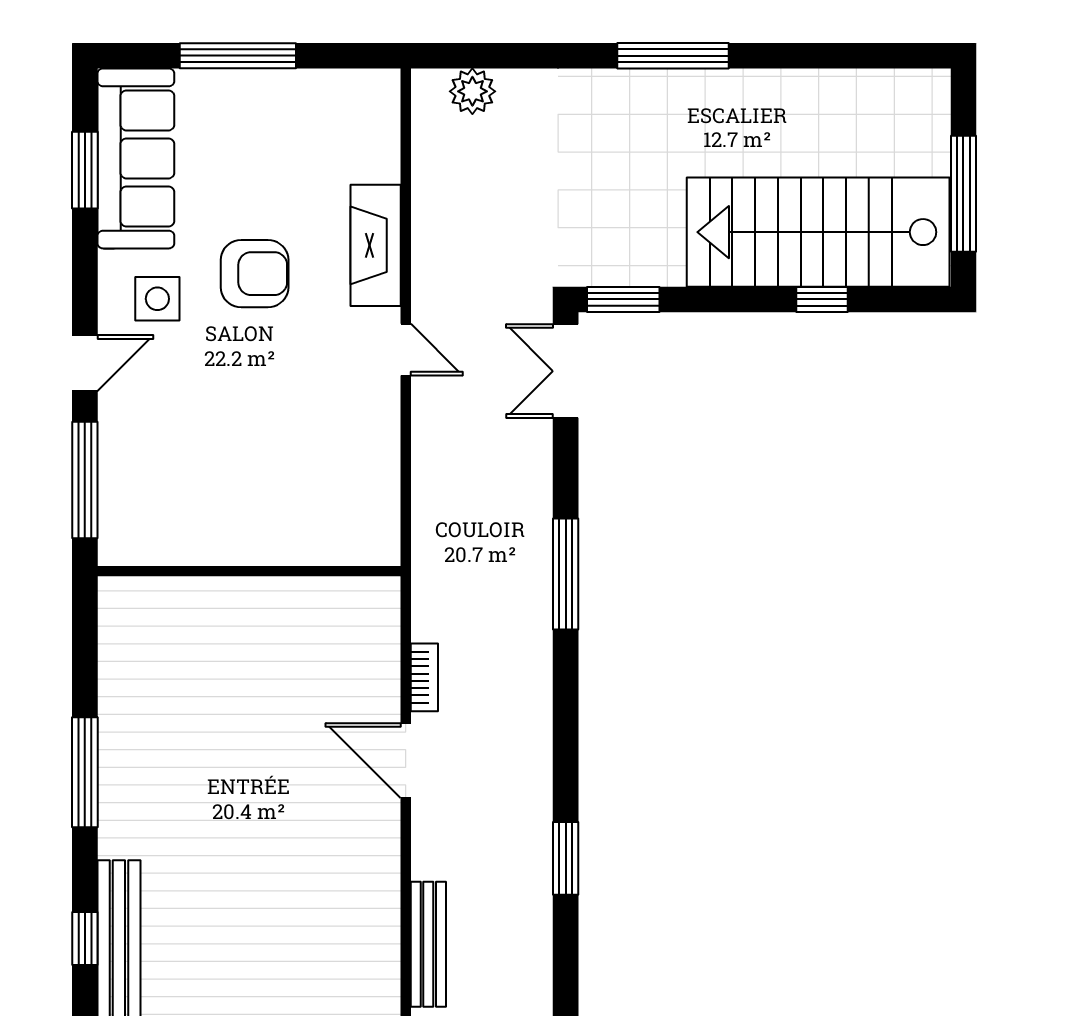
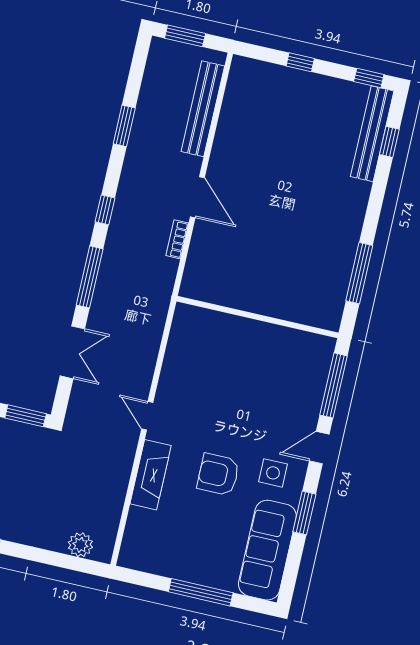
window: (85, 170) -> (304, 513), moved
double door: (566, 371) -> (72, 352), moved
window: (566, 700) -> (105, 210), added
window: (85, 772) -> (359, 273), moved
bench: (428, 944) -> (203, 109), width x1.37, depth x1.21

